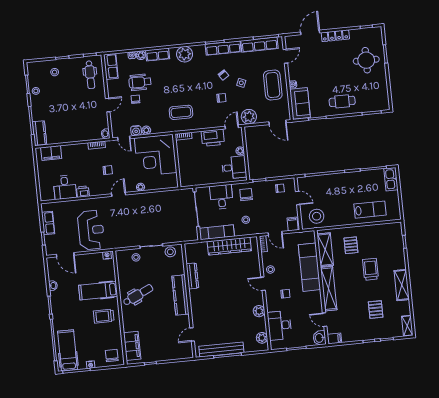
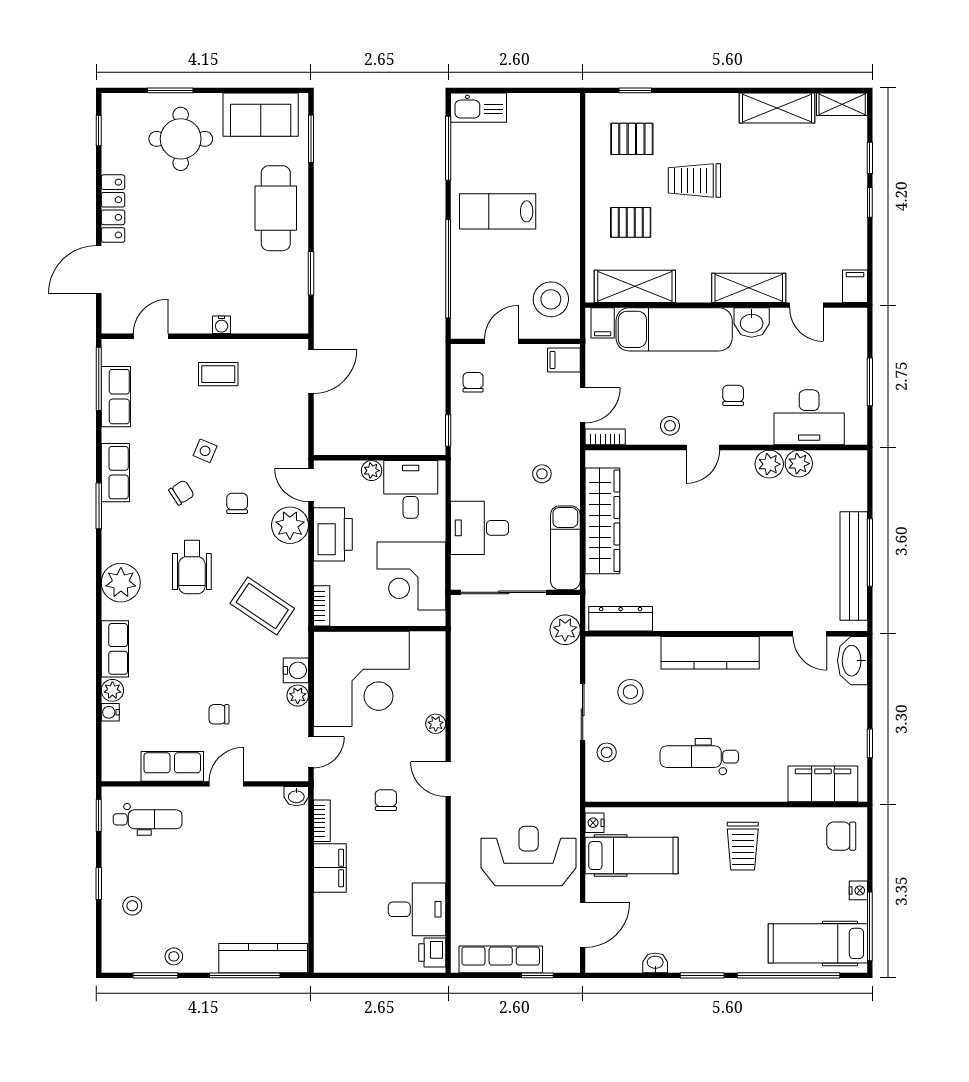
door: (310, 32) -> (99, 270), hinge flipped
row of seats: (259, 45) -> (116, 397), width x0.68
row of seats: (223, 48) -> (115, 473), width x0.68
door: (285, 56) -> (151, 336), hinge flipped
row of seats: (111, 66) -> (172, 766), moved
wheelchair: (140, 82) -> (192, 567), moved
coffee table: (273, 85) -> (218, 374), width x0.54, depth x0.58
cafe table: (342, 101) -> (276, 208), width x1.37, depth x1.35
sofa: (300, 103) -> (261, 115), moved, turned 180
door: (108, 105) -> (226, 784), hinge flipped
coffee table: (181, 112) -> (262, 606), turned -56
plant: (249, 117) -> (290, 525), moved
water cooler: (136, 131) -> (296, 670), moved
kitchen counter: (39, 133) -> (263, 958), width x1.50
filing cabinet: (51, 153) -> (330, 868), moved
corner desk: (199, 171) -> (411, 576), added
printer: (83, 192) -> (432, 953), moved
chair: (246, 195) -> (480, 467), removed
lab bench: (370, 210) -> (498, 211), moved, turned -90
row of seats: (48, 223) -> (501, 959), width x1.48
plant: (184, 236) -> (565, 630), added
filing cabinet: (309, 238) -> (603, 323), added
stool: (170, 252) -> (630, 692), moved
dresser: (192, 276) -> (621, 619), moved
shelving: (402, 285) -> (777, 108), moved
shelving: (329, 289) -> (749, 288), width x0.68
hospital bed: (98, 291) -> (632, 856), moved, turned -90
dental chair: (138, 295) -> (699, 757), turned -65
pallet: (376, 310) -> (632, 139), moved
door: (325, 320) -> (806, 305), hinge flipped
plant: (262, 338) -> (799, 464), moved
washbasin: (320, 338) -> (752, 322), moved
washbasin: (183, 353) -> (852, 661), added

